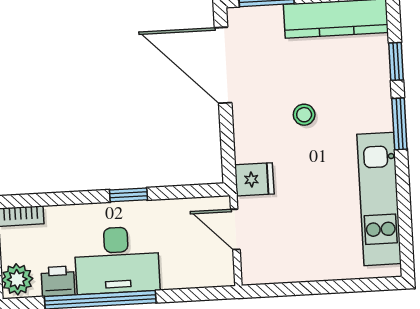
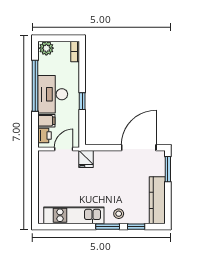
stool: (304, 115) -> (119, 214), moved
filing cabinet: (176, 271) -> (46, 121), added
printer: (58, 281) -> (44, 136), moved

